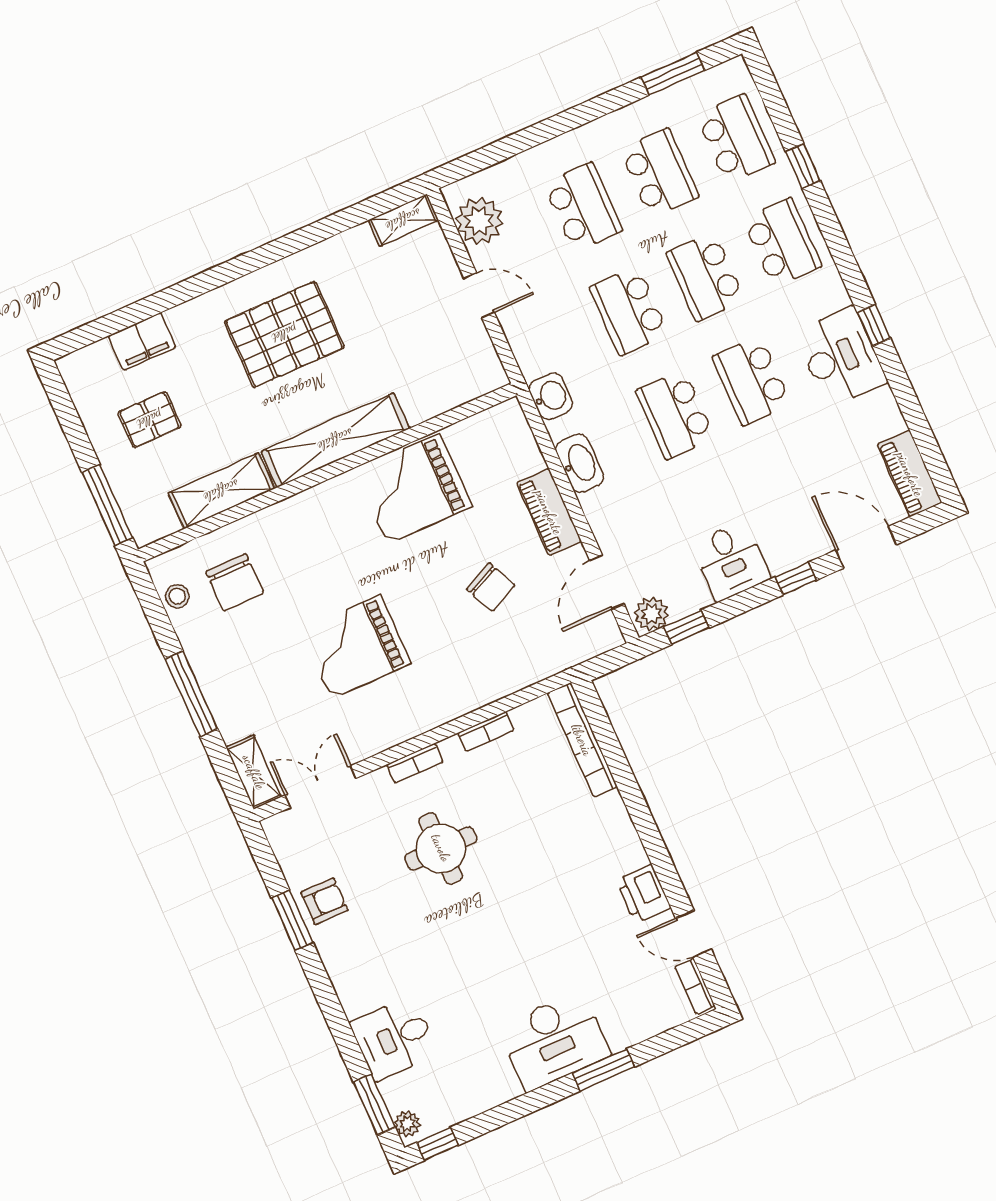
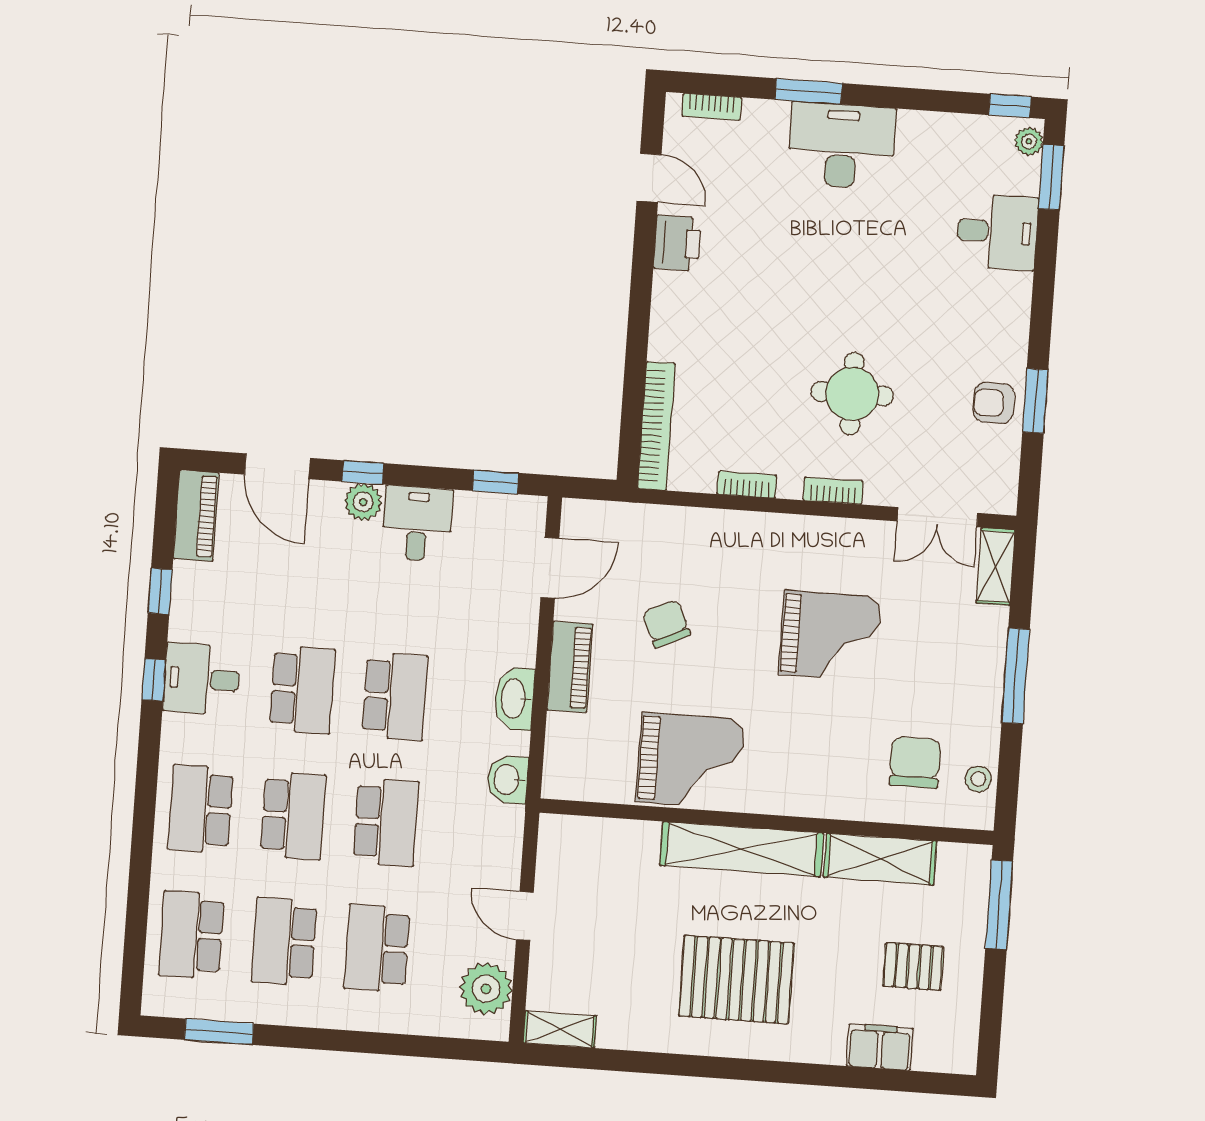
window: (803, 166) -> (160, 591), moved
desk: (841, 357) -> (202, 679), width x0.73
plant: (651, 614) -> (363, 502), moved
bookcase: (695, 986) -> (712, 107), moved, turned 90

